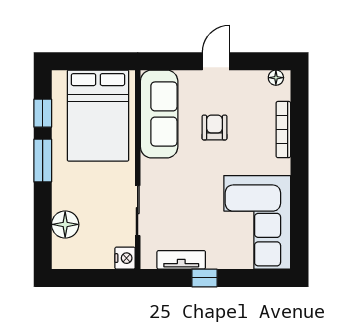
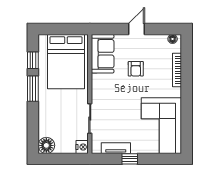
sofa: (159, 114) -> (103, 54), width x0.73
armchair: (214, 127) -> (136, 69), turned 180
floor lamp: (65, 224) -> (46, 145), moved

